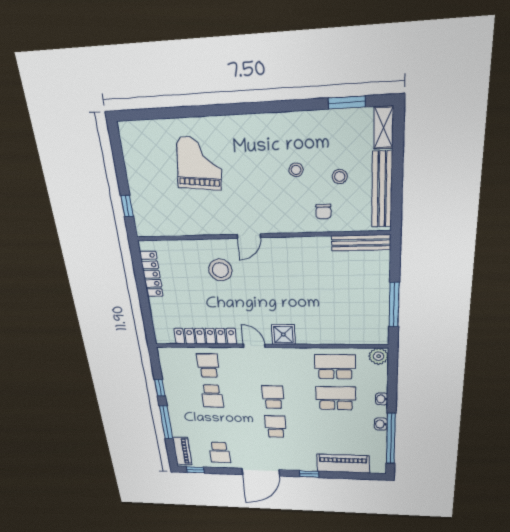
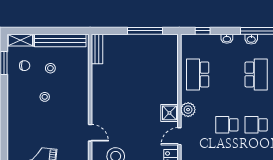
chair: (323, 211) -> (25, 66), moved
bench: (361, 243) -> (97, 49), width x0.73
plant: (379, 356) -> (188, 110), moved
window: (392, 373) -> (203, 31), added
school desk: (336, 398) -> (256, 74), moved, turned 180

